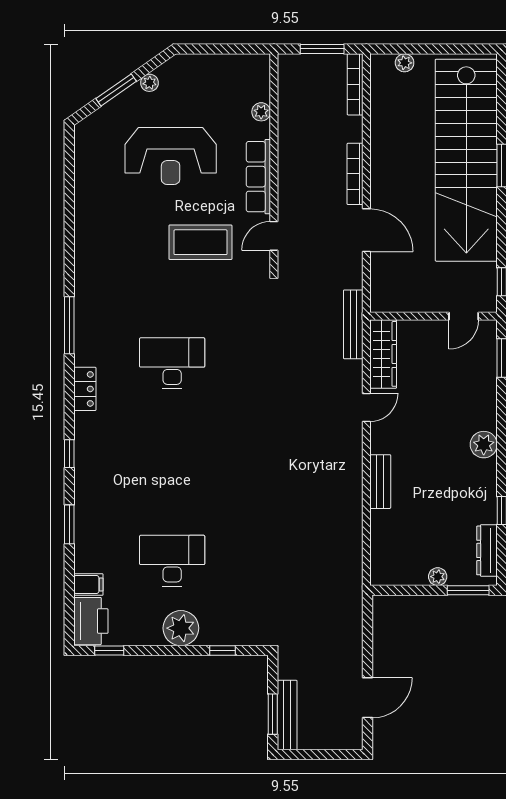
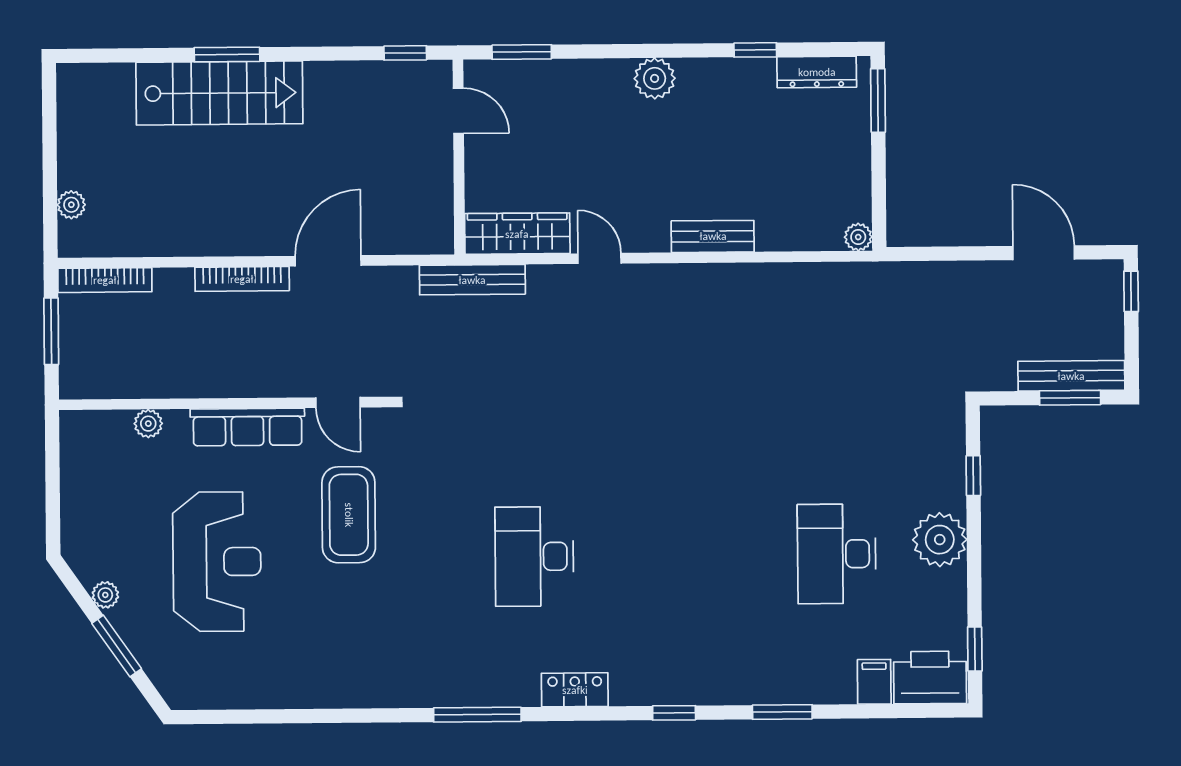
stairs: (466, 160) -> (219, 93), width x0.54, depth x0.66
plant: (438, 577) -> (858, 237), moved
window: (342, 755) -> (1131, 291), added

